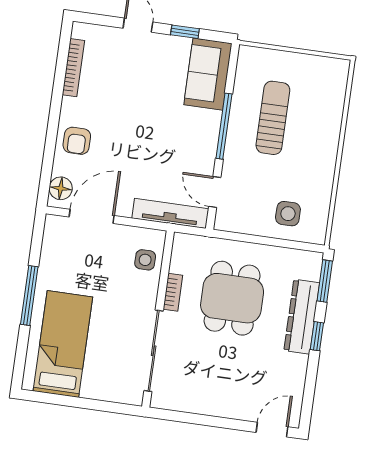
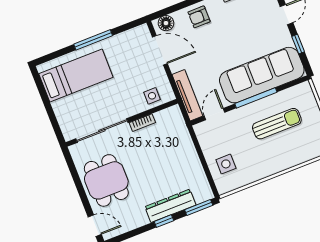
sofa: (208, 74) -> (262, 75), width x1.85, depth x1.27
dining table: (232, 298) -> (106, 180), moved, turned 90

